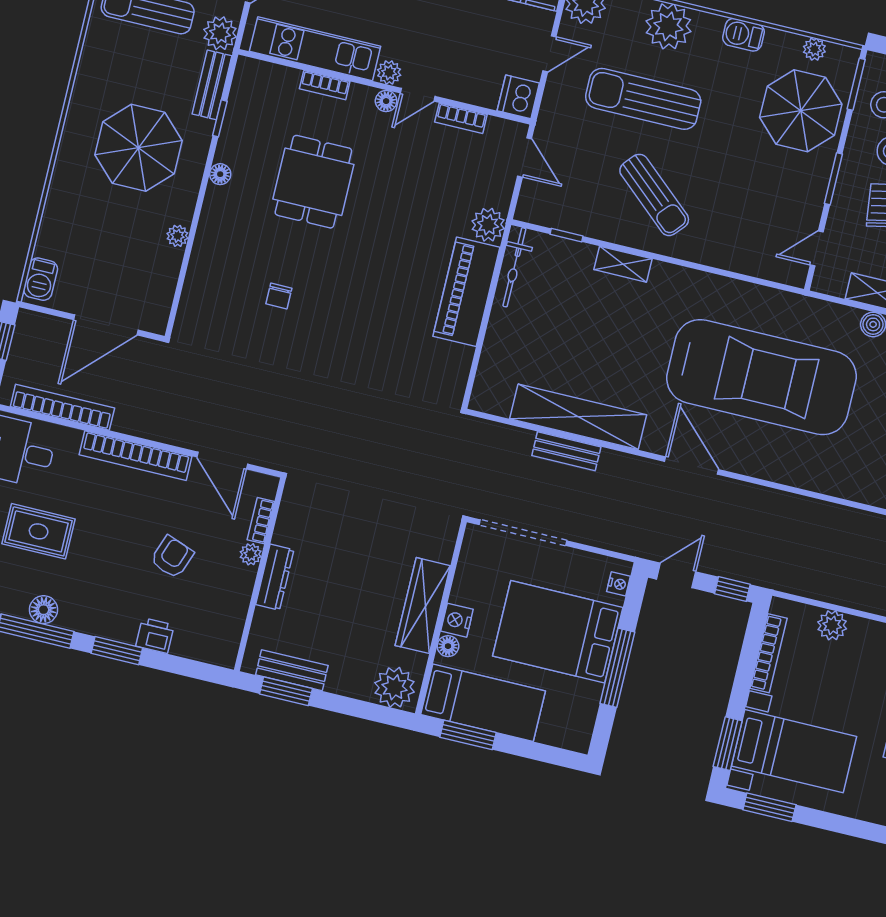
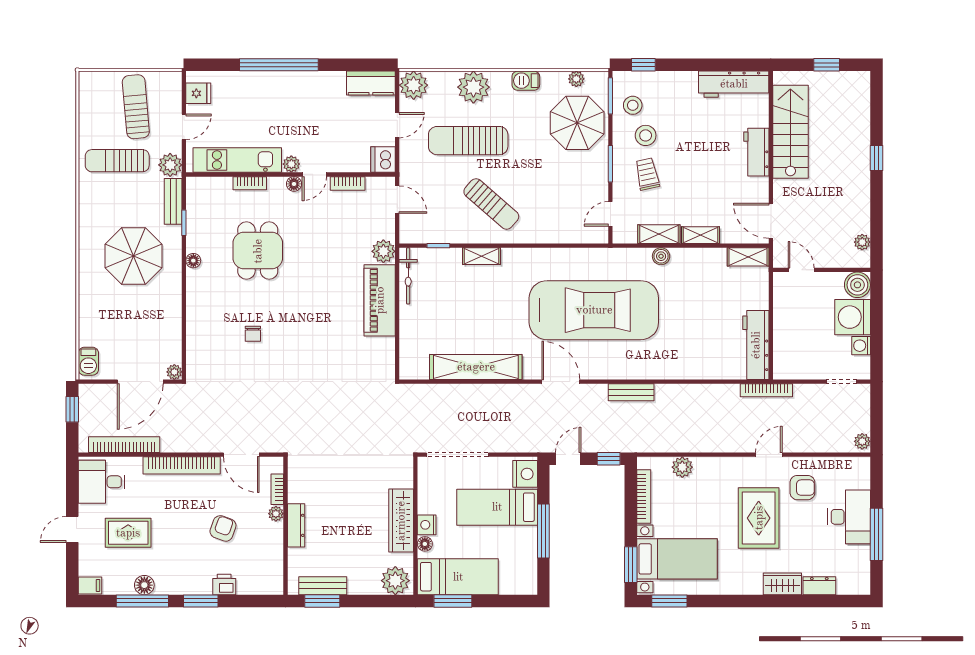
plant: (177, 236) -> (174, 372), moved
bench: (566, 451) -> (631, 392), moved
nightstand: (619, 584) -> (525, 474), width x1.89, depth x1.79
bed: (558, 632) -> (497, 507), width x0.67

